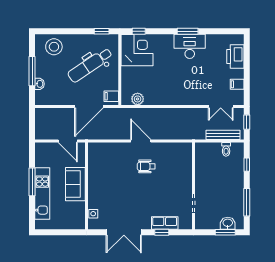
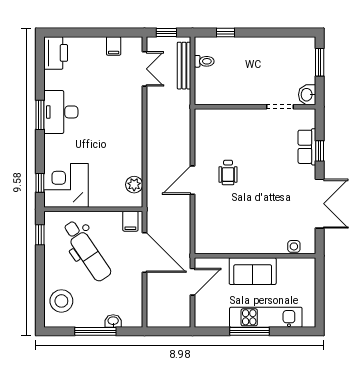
printer: (235, 57) -> (56, 53), moved, turned -90
window: (247, 202) -> (278, 32), removed
washbasin: (228, 223) -> (307, 95), moved

